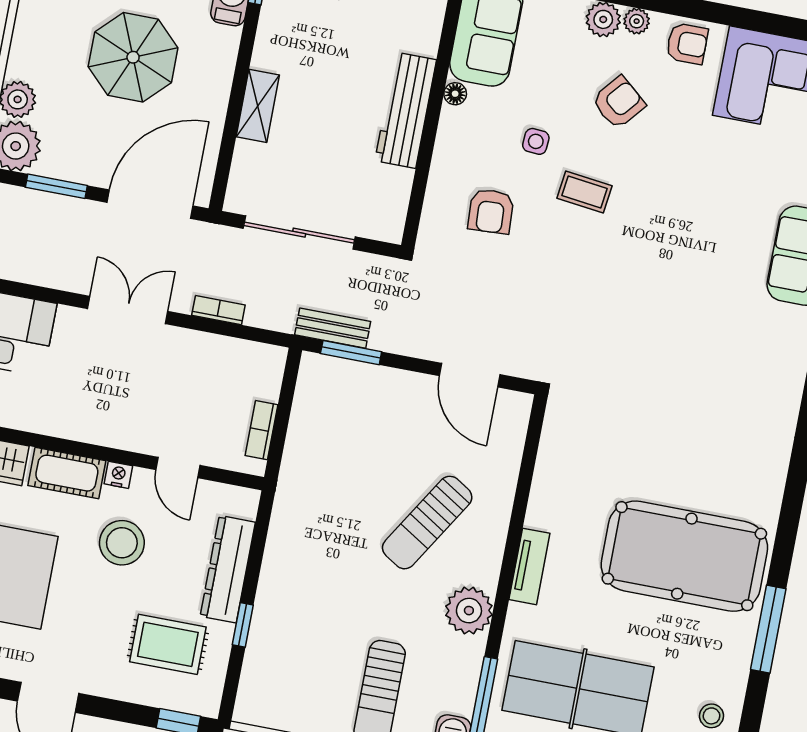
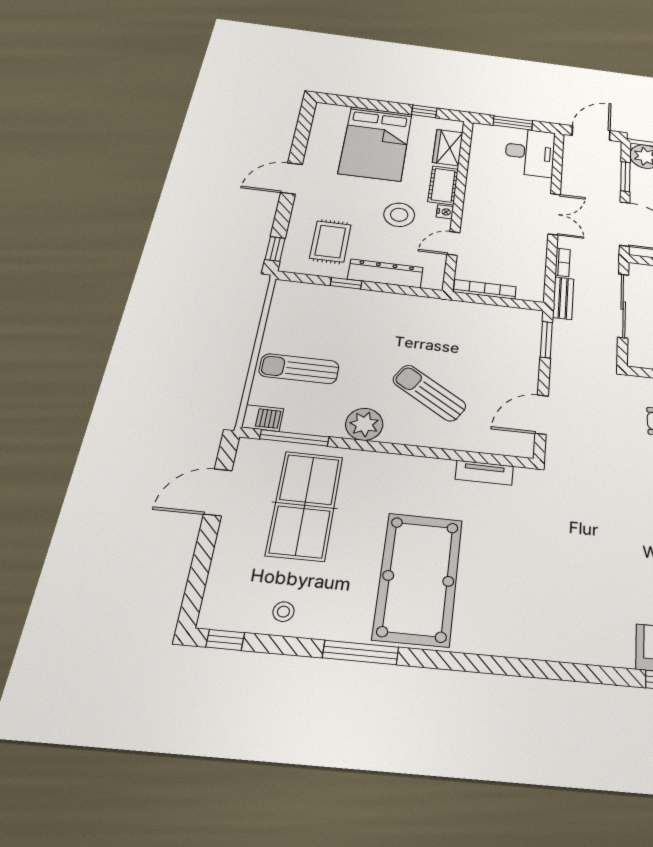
bench: (333, 328) -> (563, 298), moved
bookcase: (262, 430) -> (485, 289), width x1.56
tv unit: (529, 566) -> (484, 473), moved

